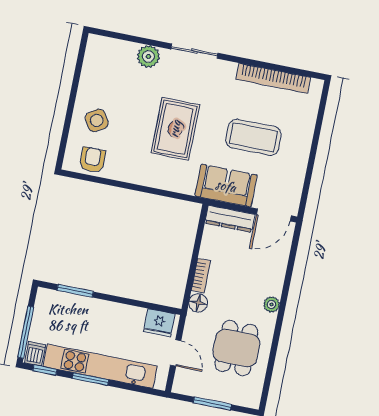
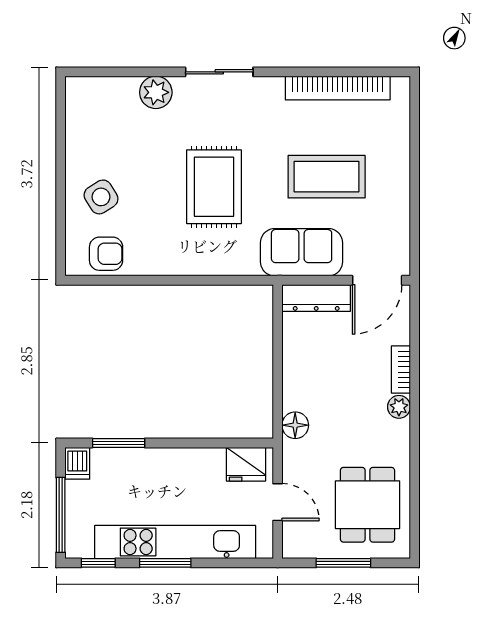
armchair: (92, 160) -> (106, 254), turned 90
bookcase: (201, 276) -> (401, 369), moved, turned 180
dining table: (236, 348) -> (367, 505), moved
dishwasher: (35, 354) -> (77, 463), moved, turned 180

